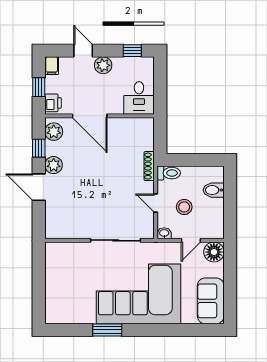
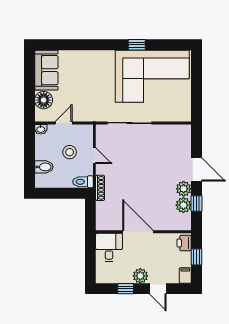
window: (132, 51) -> (126, 289), moved
door: (90, 116) -> (138, 232), moved
plant: (54, 132) -> (183, 205), moved
washbasin: (164, 233) -> (41, 129), moved
floor lamp: (214, 252) -> (44, 100), moved
corner sofa: (138, 294) -> (152, 76), moved
window: (107, 330) -> (137, 45), width x0.67

